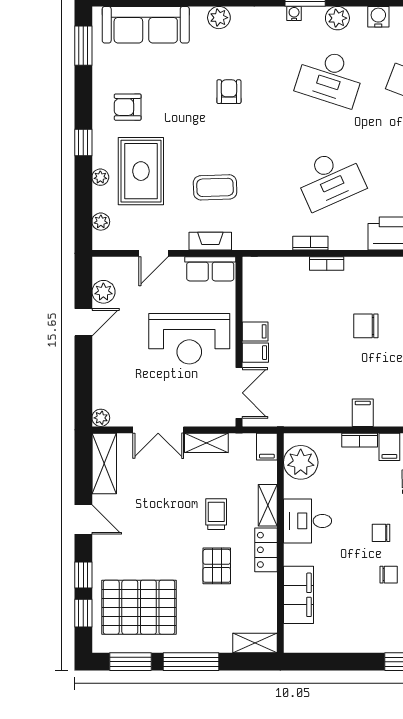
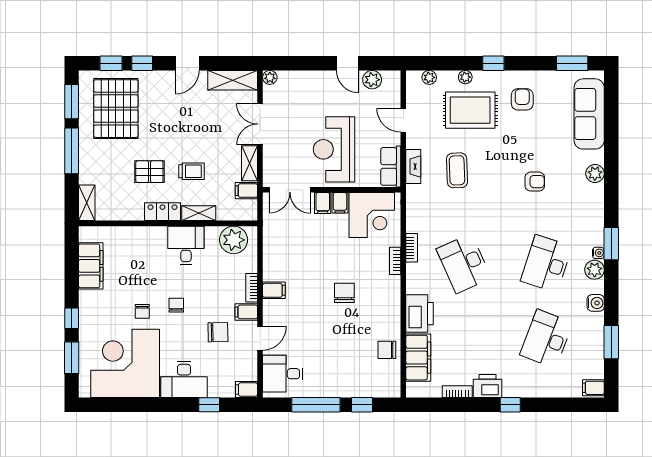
water cooler: (294, 13) -> (598, 253), moved
corner desk: (270, 292) -> (372, 215), added
filing cabinet: (267, 447) -> (246, 191), moved
filing cabinet: (299, 595) -> (91, 266), moved, turned -90

